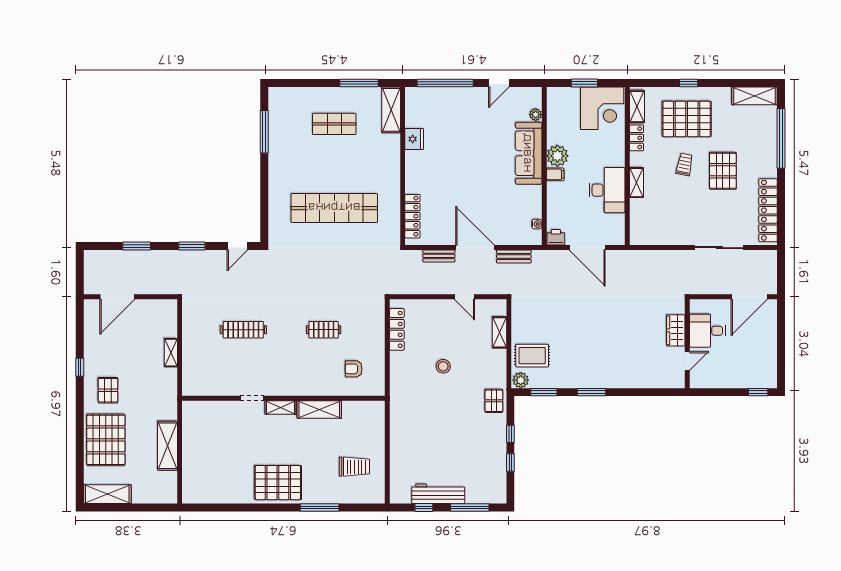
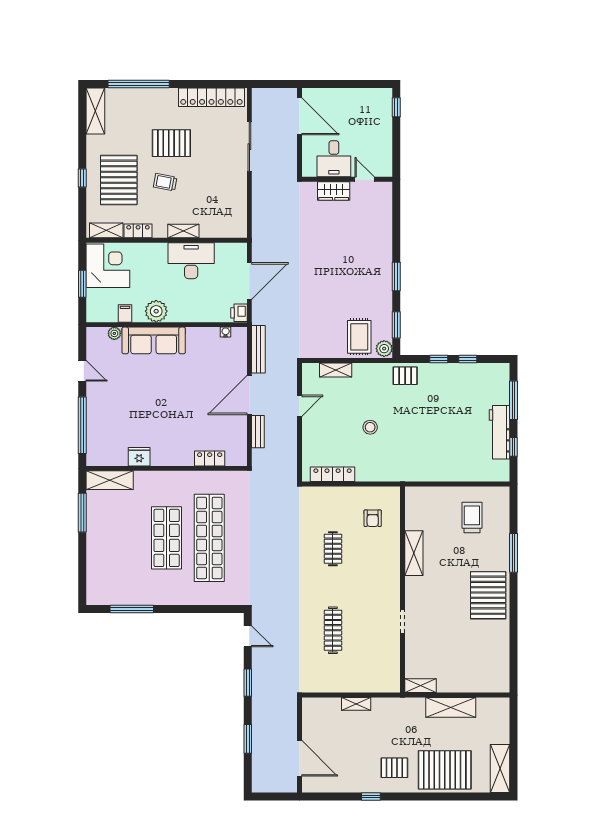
shop shelf: (334, 124) -> (167, 538), moved, width x1.43, depth x1.36
filing cabinet: (555, 174) -> (125, 314), moved
locker: (412, 216) -> (210, 458), width x0.66
bench: (514, 256) -> (258, 349), width x1.36
shelving: (281, 408) -> (421, 686), moved, turned 90

